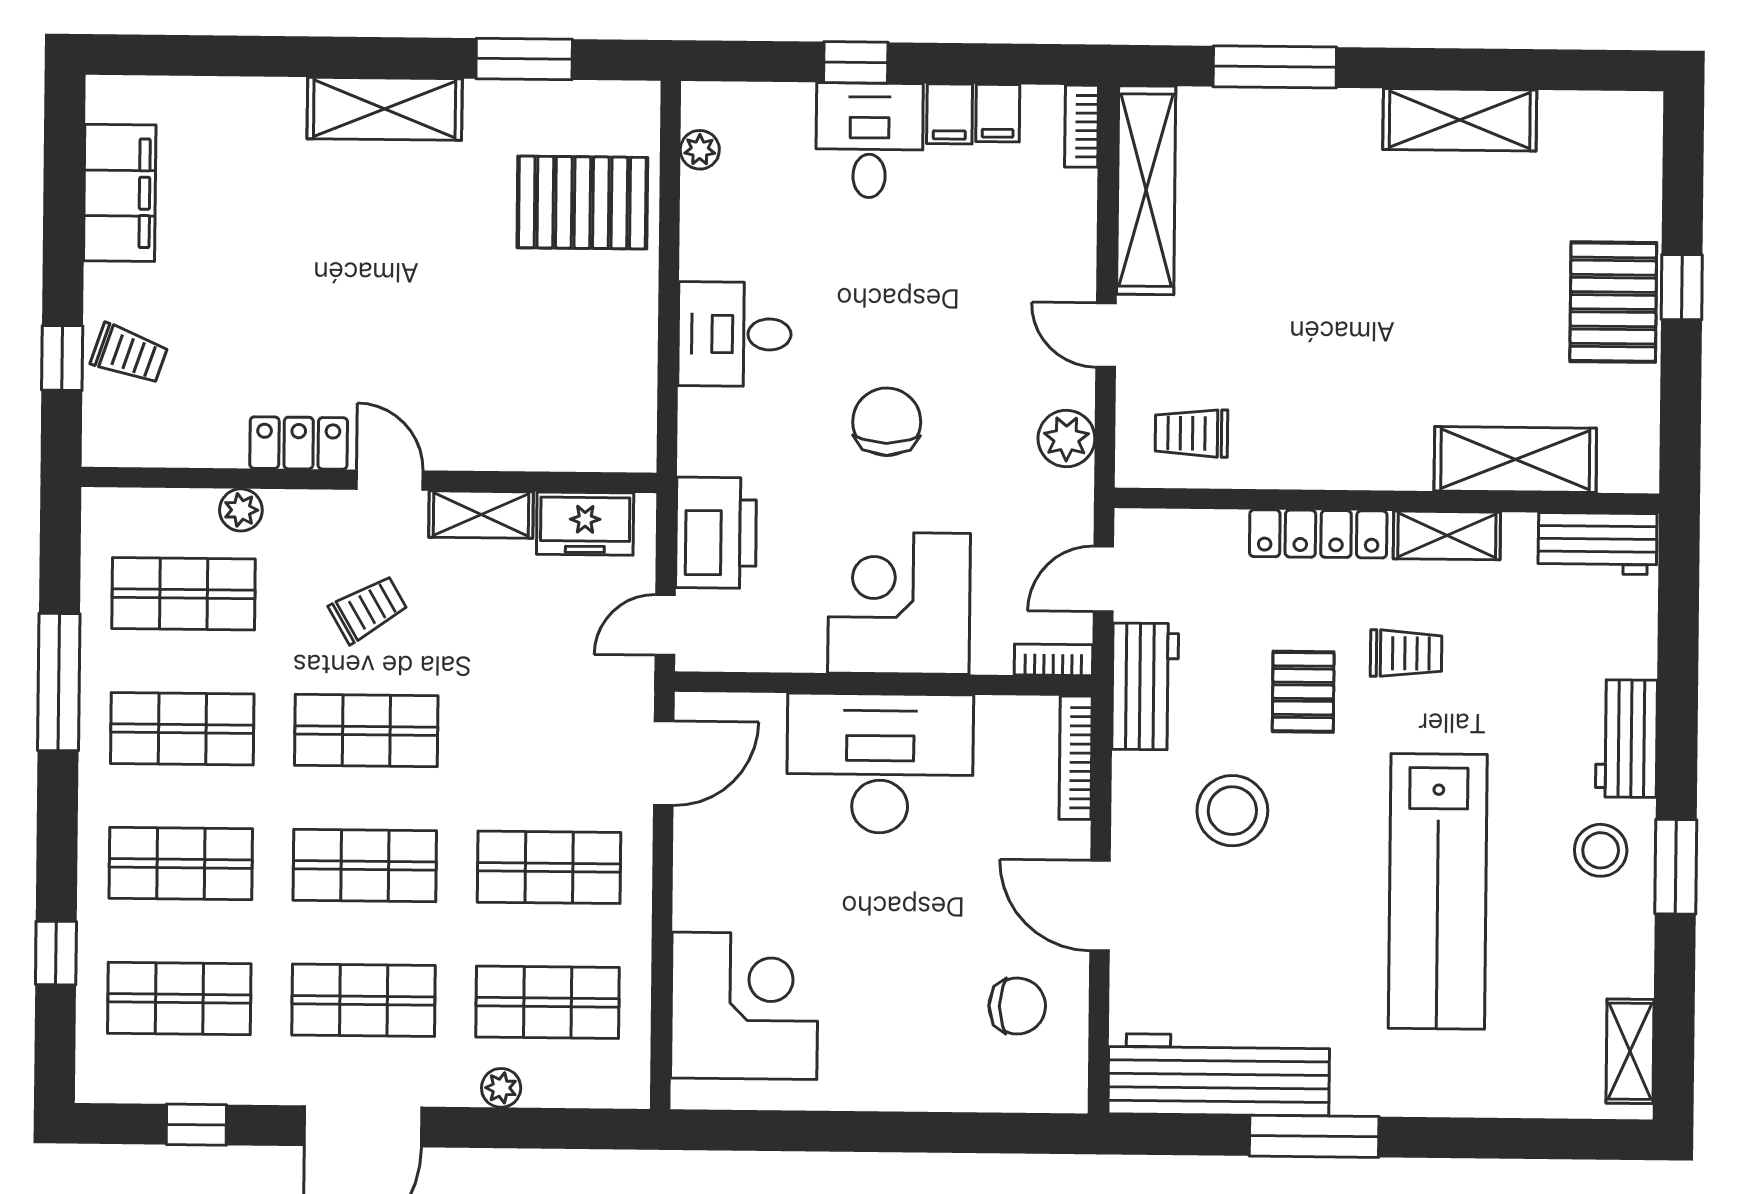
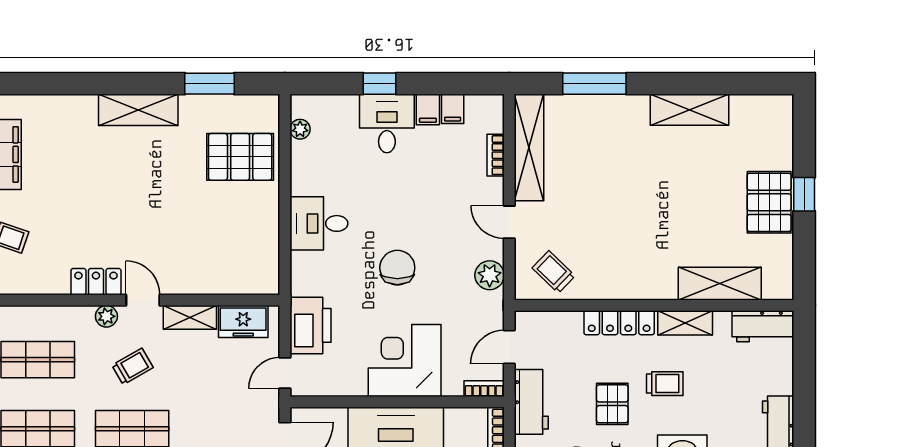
bookcase: (1082, 126) -> (496, 155), moved
trolley: (1191, 433) -> (554, 272), turned 44
plant: (241, 510) -> (106, 316), moved

